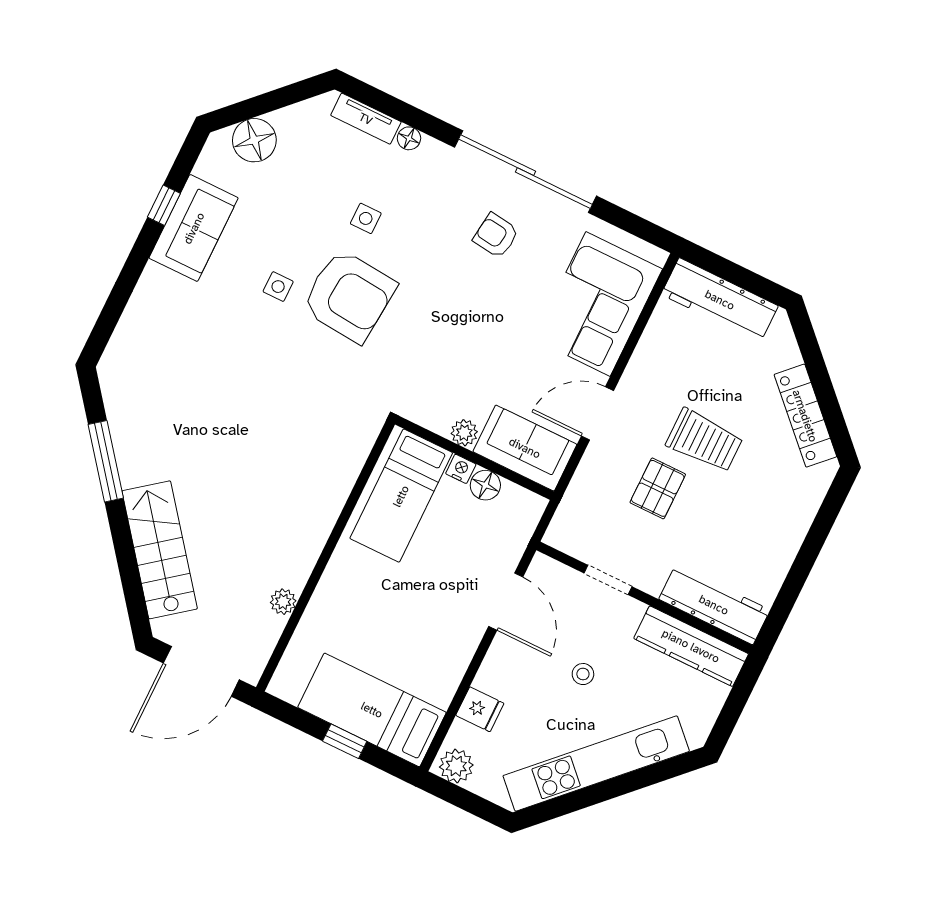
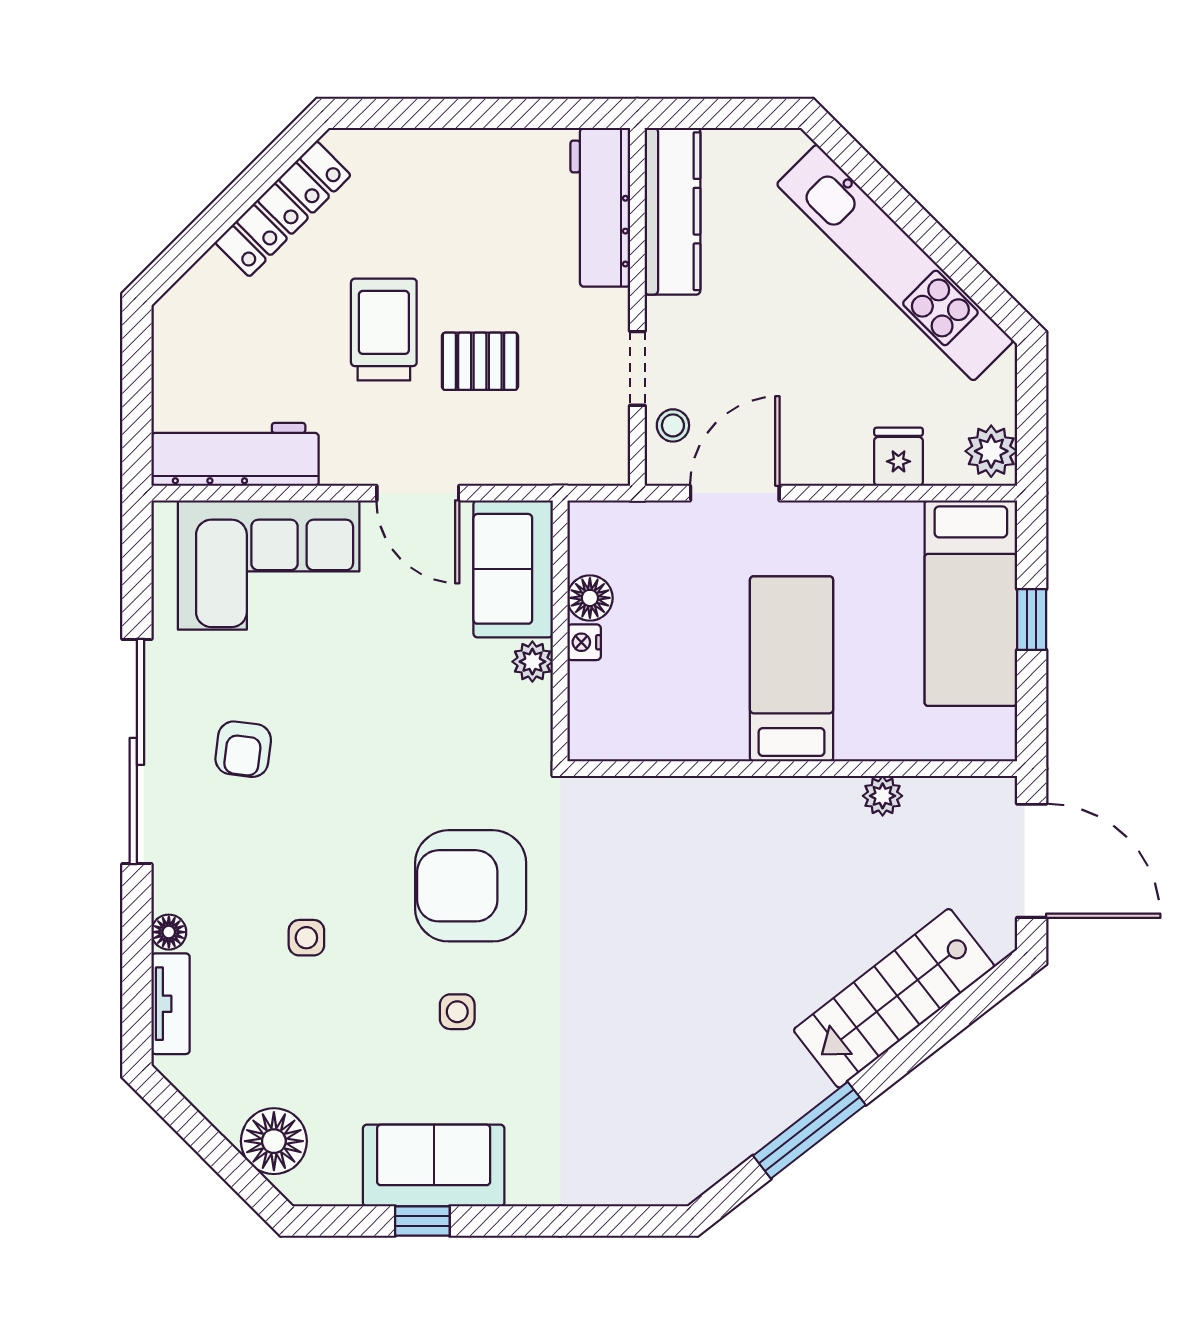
armchair: (349, 296) -> (471, 886), moved, turned -95
workbench: (720, 300) -> (235, 454), moved, turned -90
bed: (401, 496) -> (792, 669), moved, turned -90
stool: (583, 674) -> (673, 425), moved

